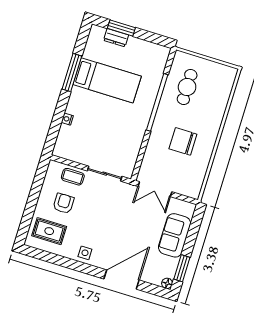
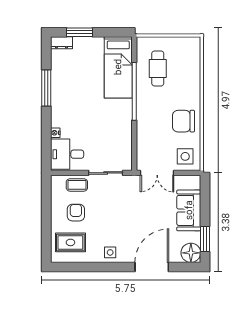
dresser: (116, 38) -> (61, 43), moved
bed: (107, 80) -> (118, 67), moved, turned 90
chair: (183, 141) -> (184, 121), moved
desk: (72, 144) -> (67, 154), added
side table: (187, 181) -> (185, 156), added
floor lamp: (167, 283) -> (191, 253), width x1.89, depth x1.89

